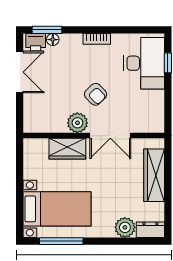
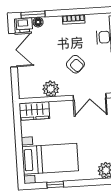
plant: (77, 123) -> (51, 89), moved
wardrobe: (67, 149) -> (34, 111), moved
window: (61, 241) -> (55, 185), width x0.46

